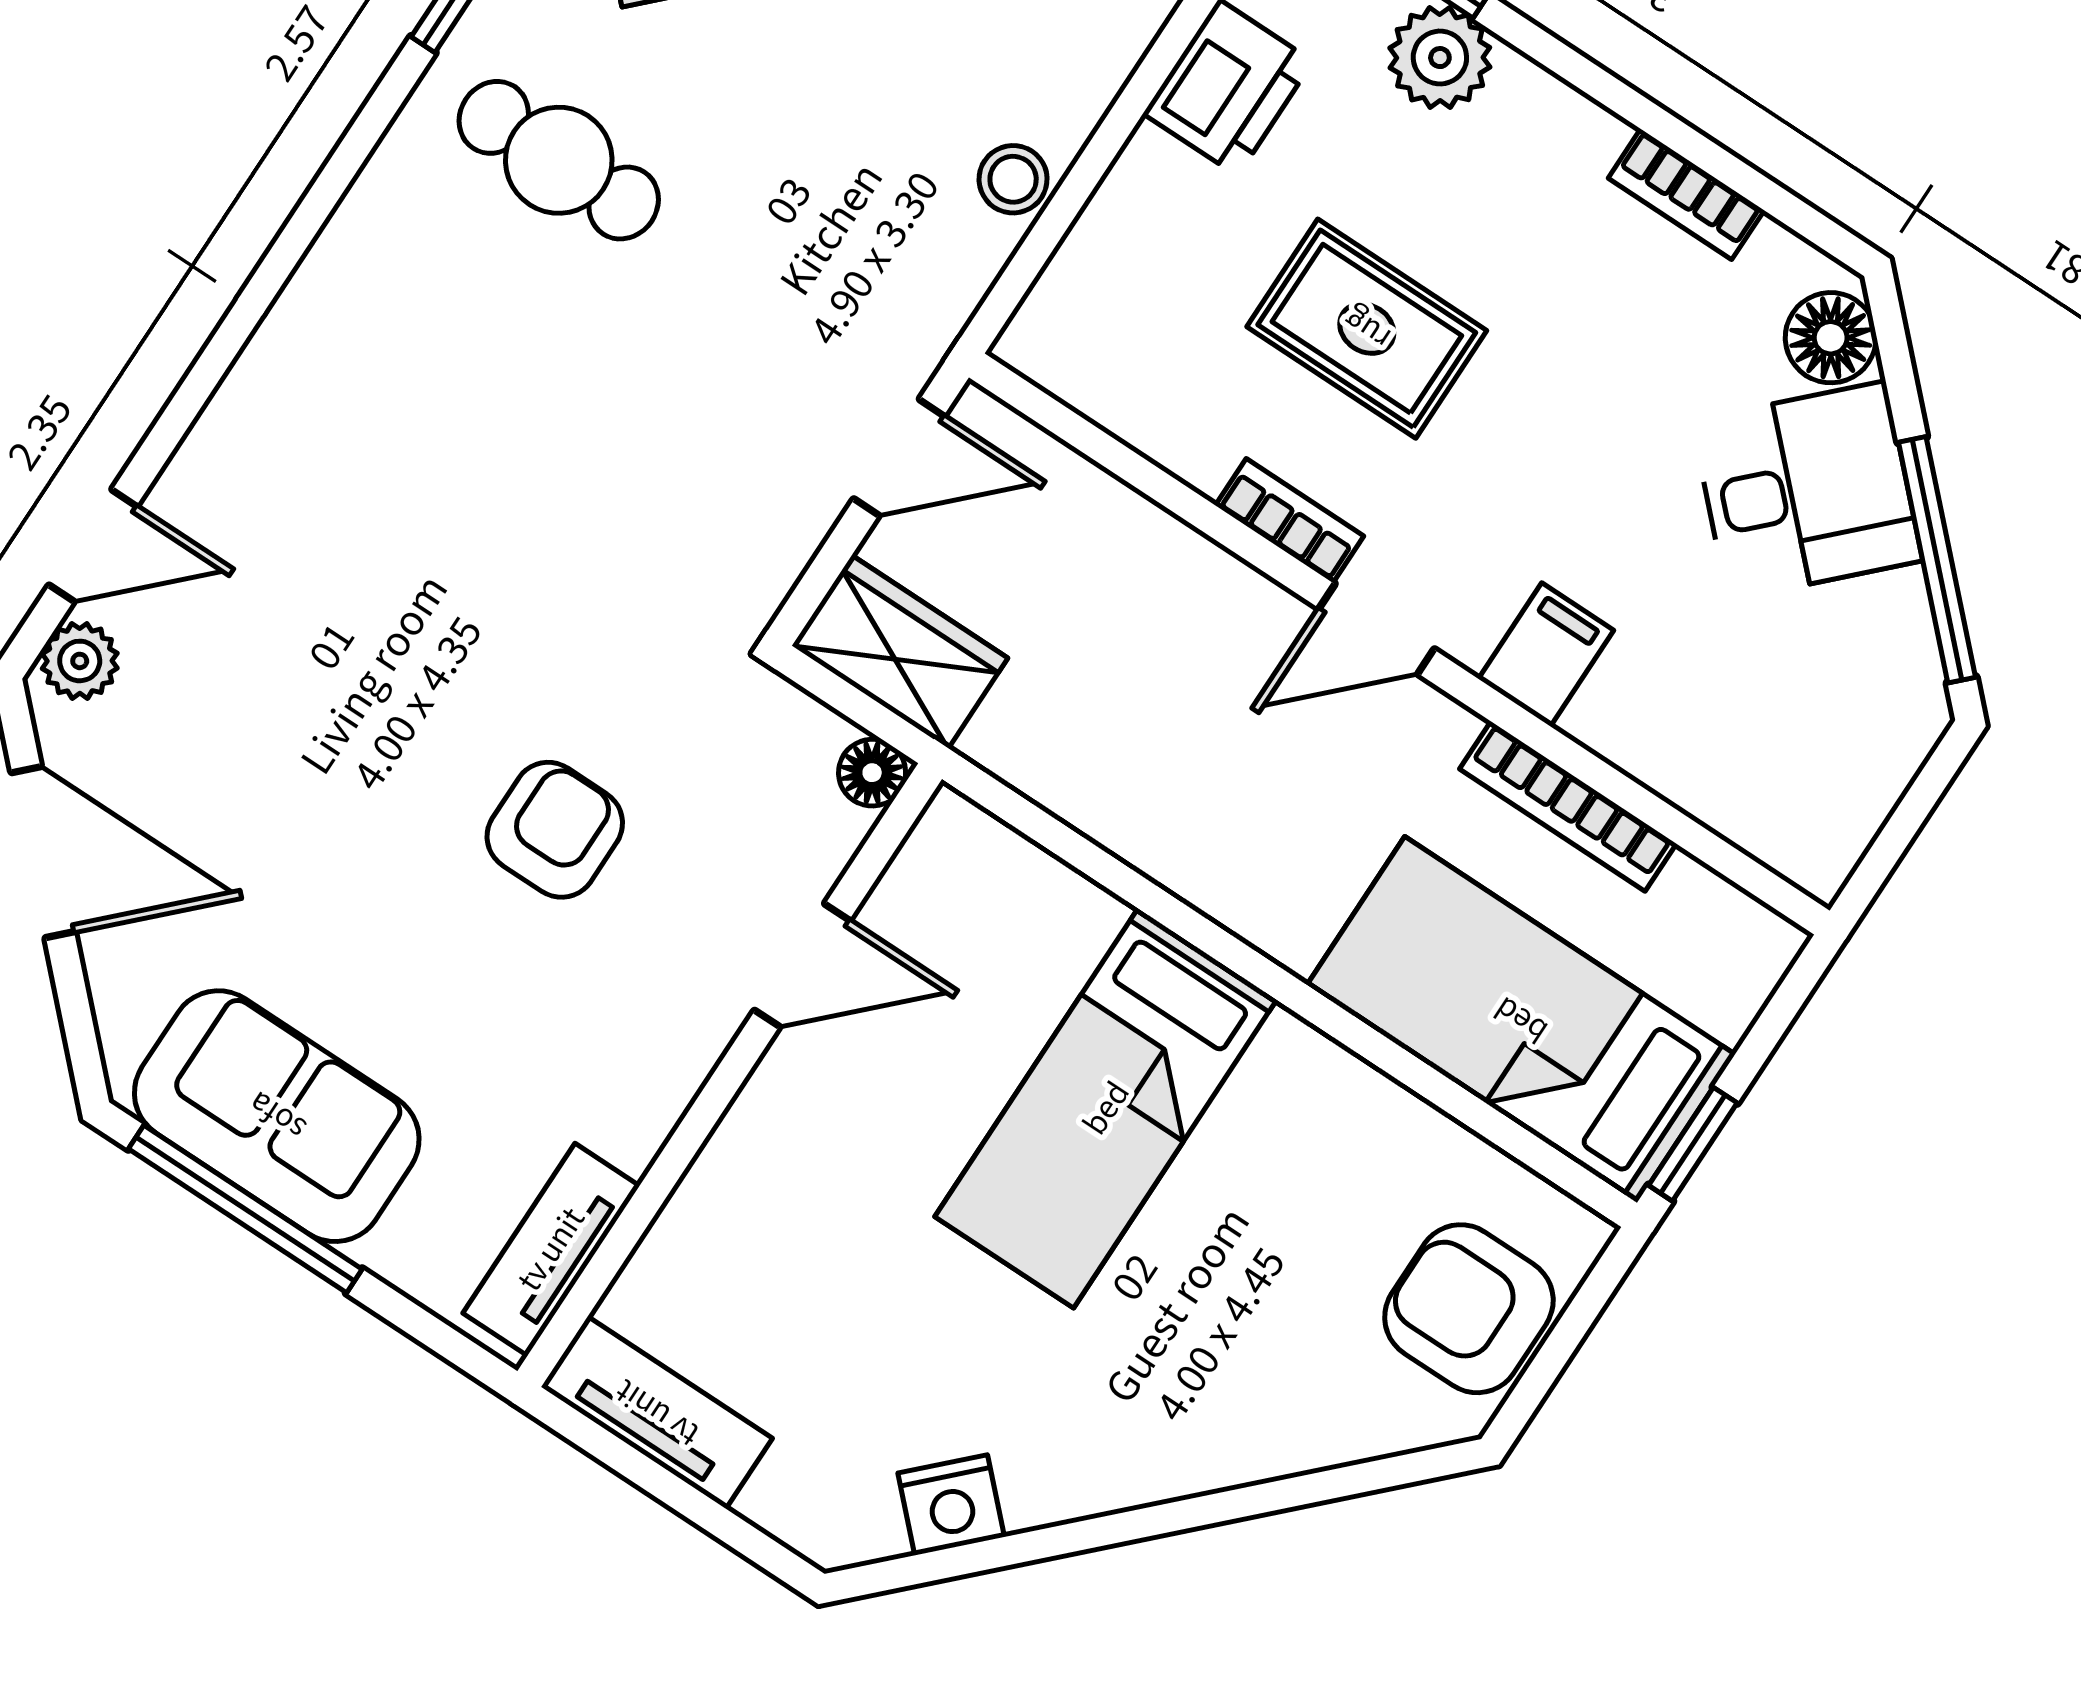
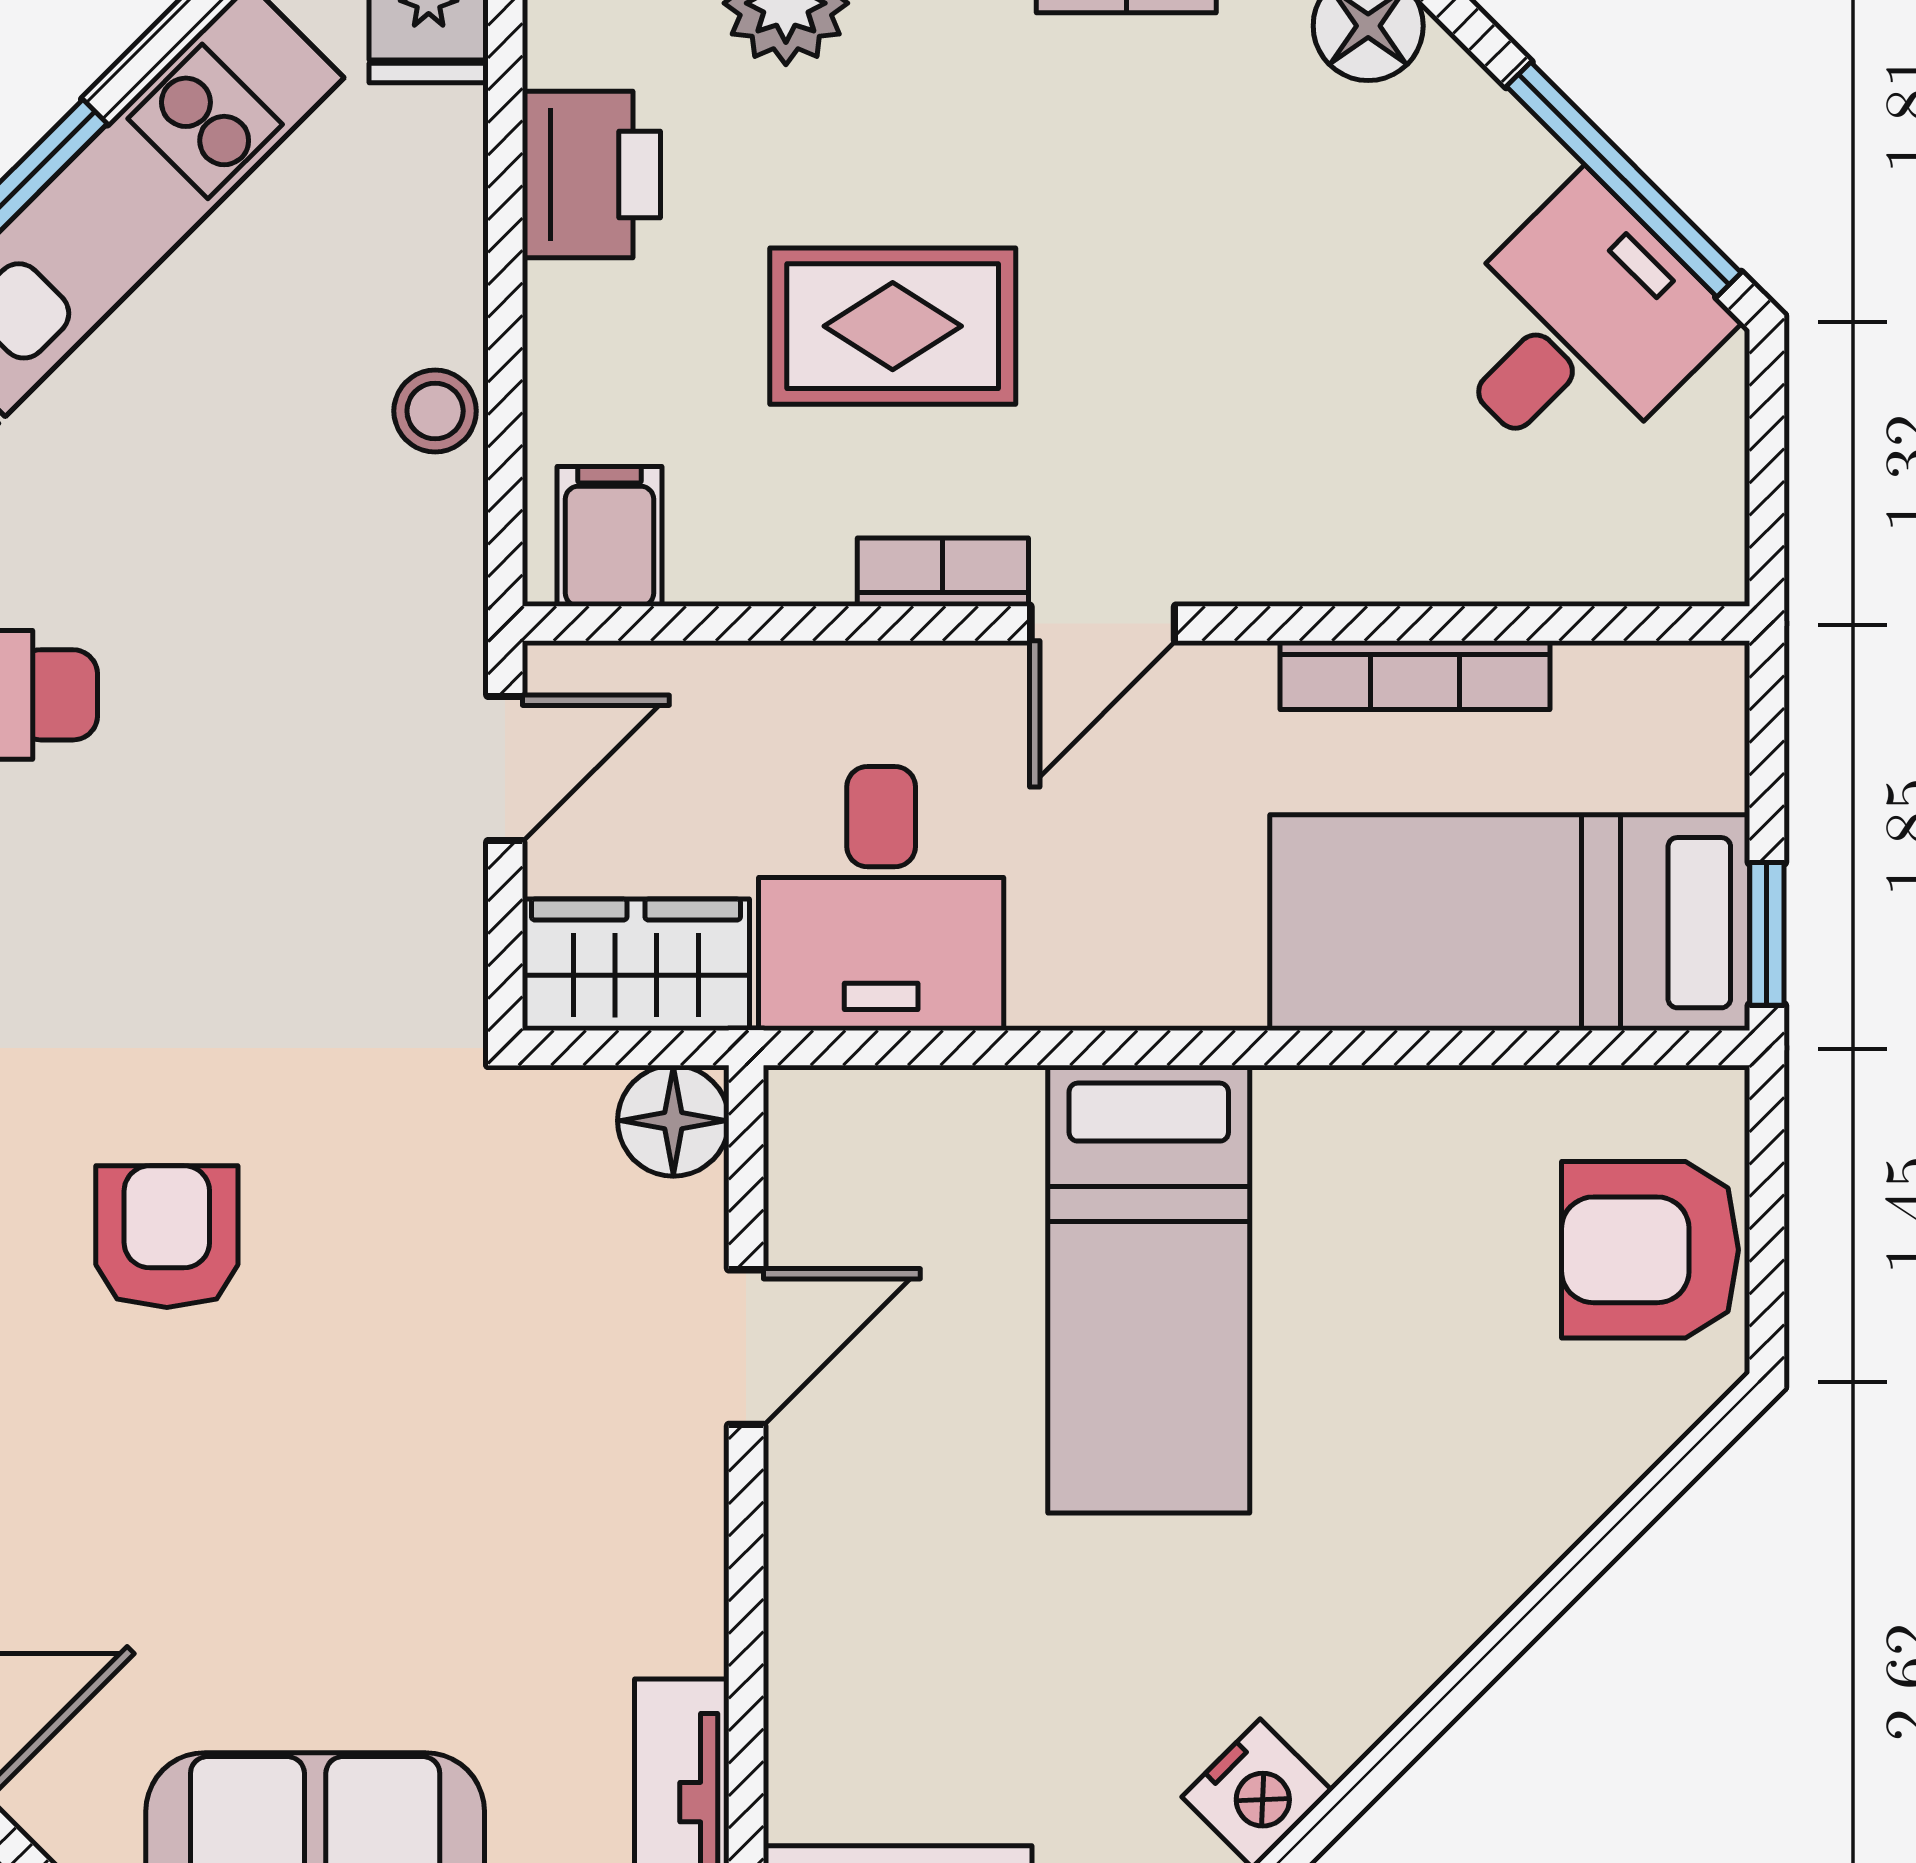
desk: (1807, 491) -> (1578, 329), moved
filing cabinet: (1546, 655) -> (610, 536), moved
desk: (1099, 718) -> (881, 899), added
floor lamp: (872, 773) -> (673, 1121), width x1.37, depth x1.37
armchair: (555, 830) -> (167, 1237), moved

